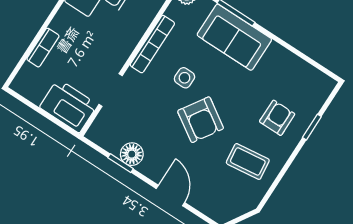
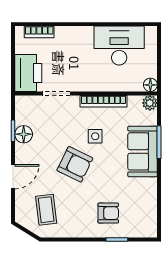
bookcase: (43, 48) -> (39, 32), moved
armchair: (201, 120) -> (75, 164), turned -97
coffee table: (248, 161) -> (46, 210), moved

